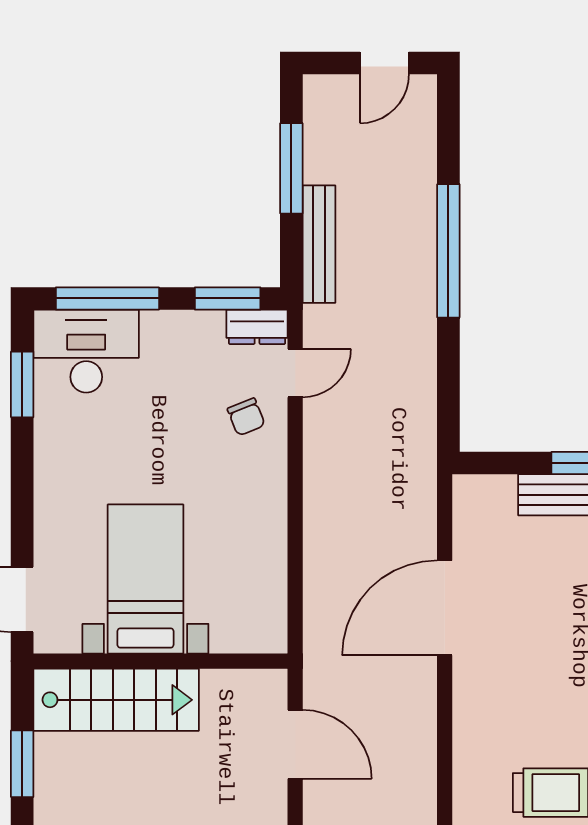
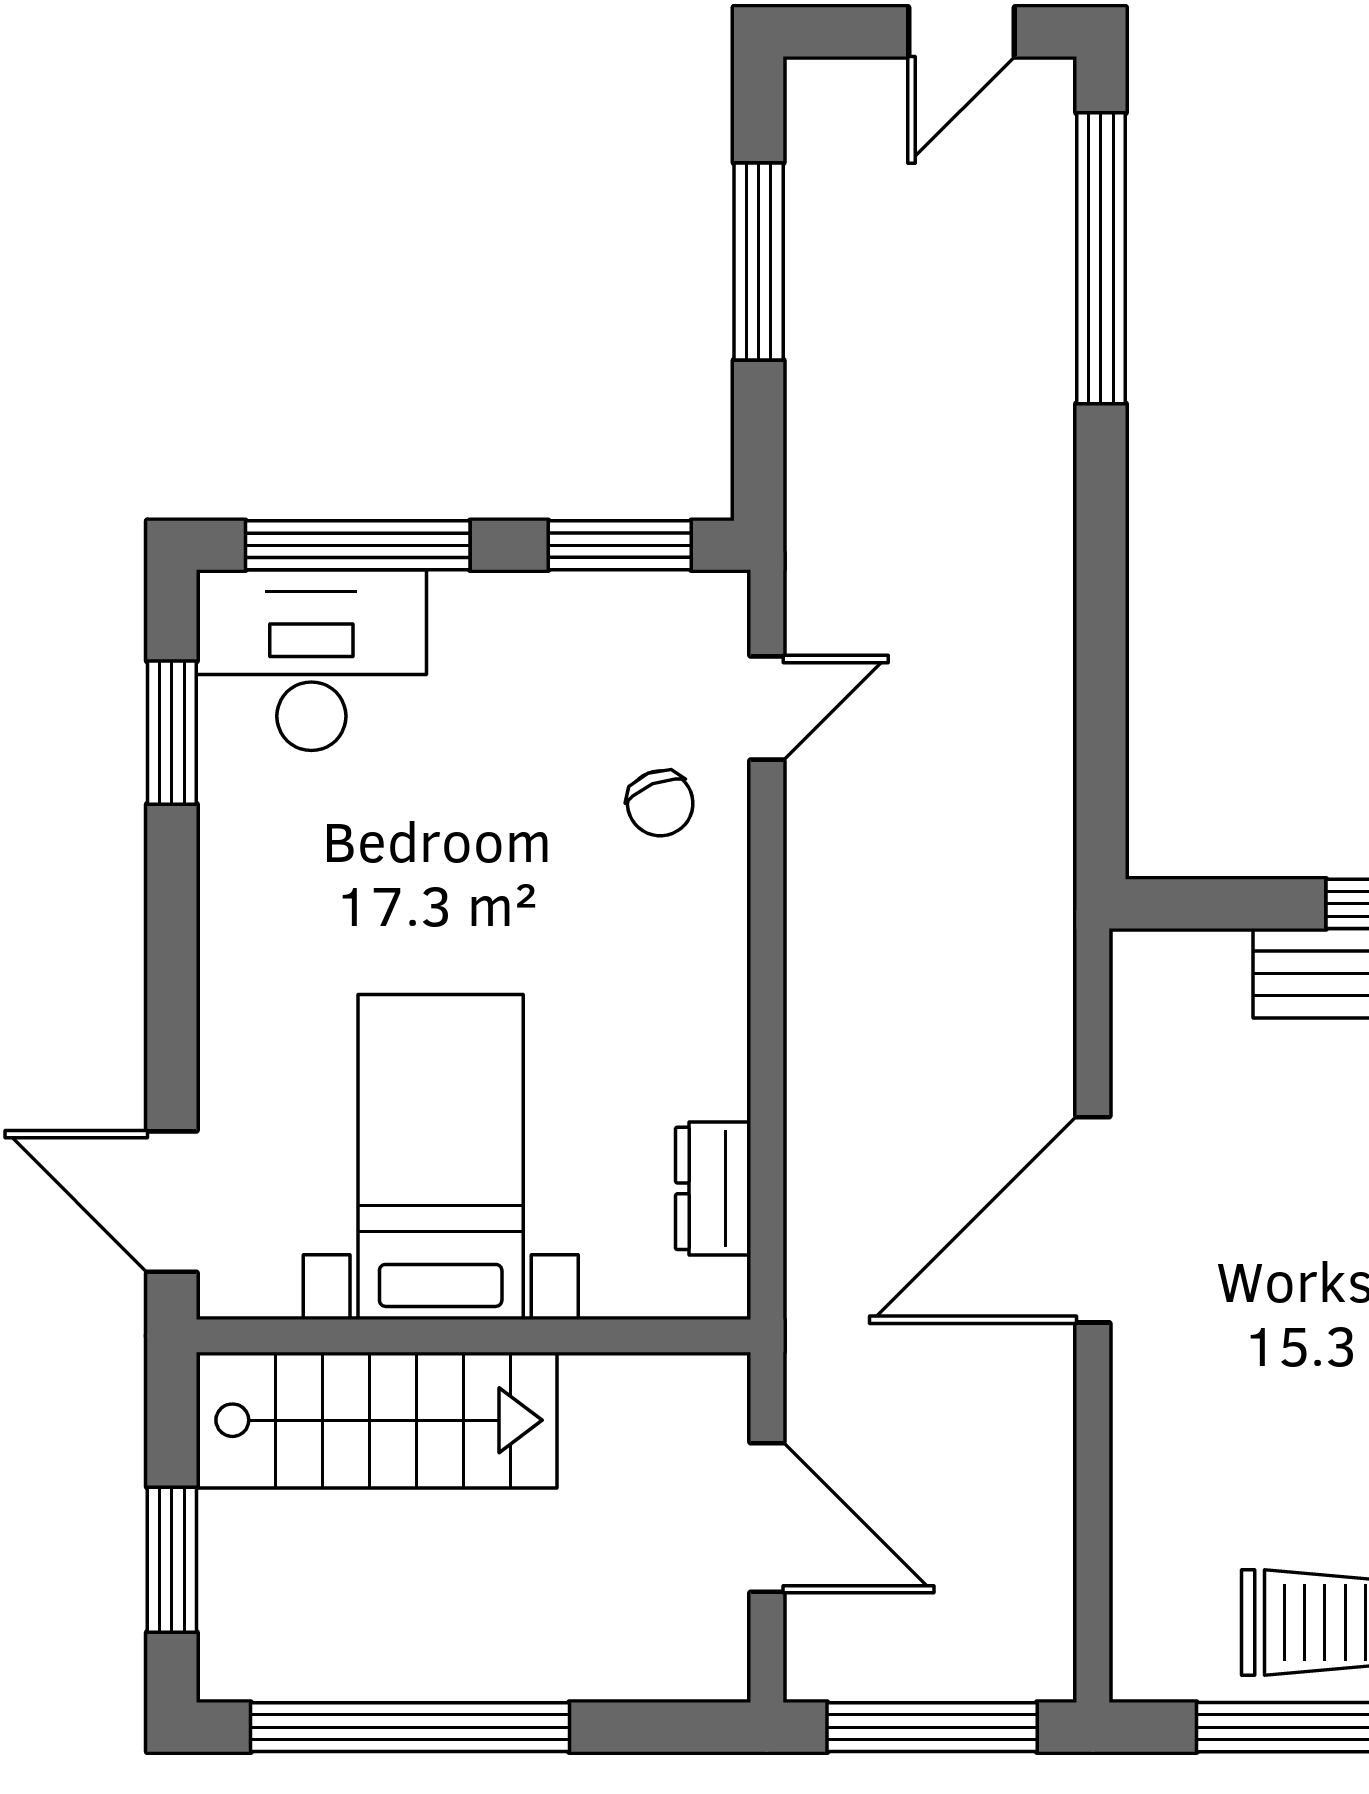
bench: (319, 244) -> (819, 427), removed
window: (448, 251) -> (1101, 258), moved
dresser: (257, 327) -> (713, 1188), moved, turned 90

